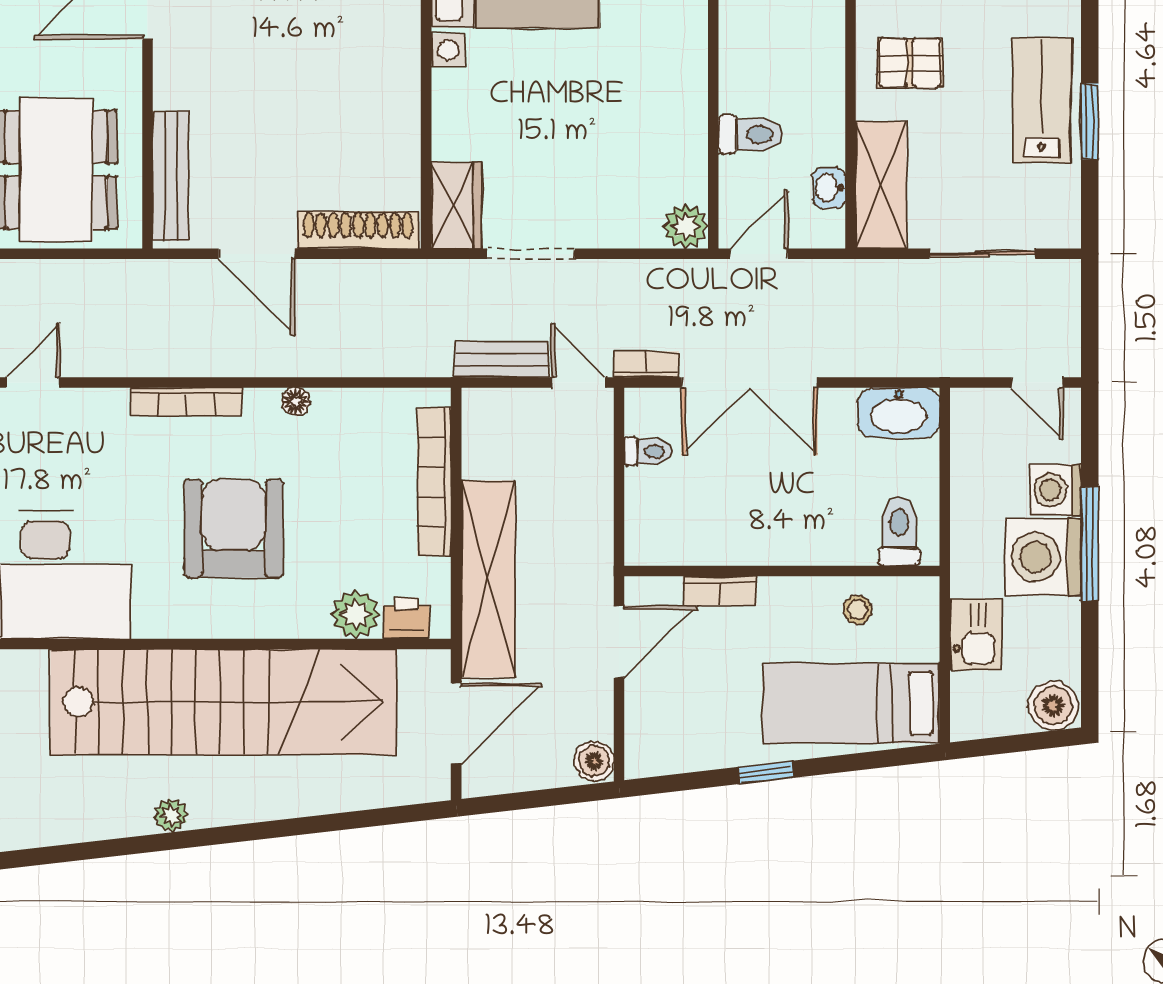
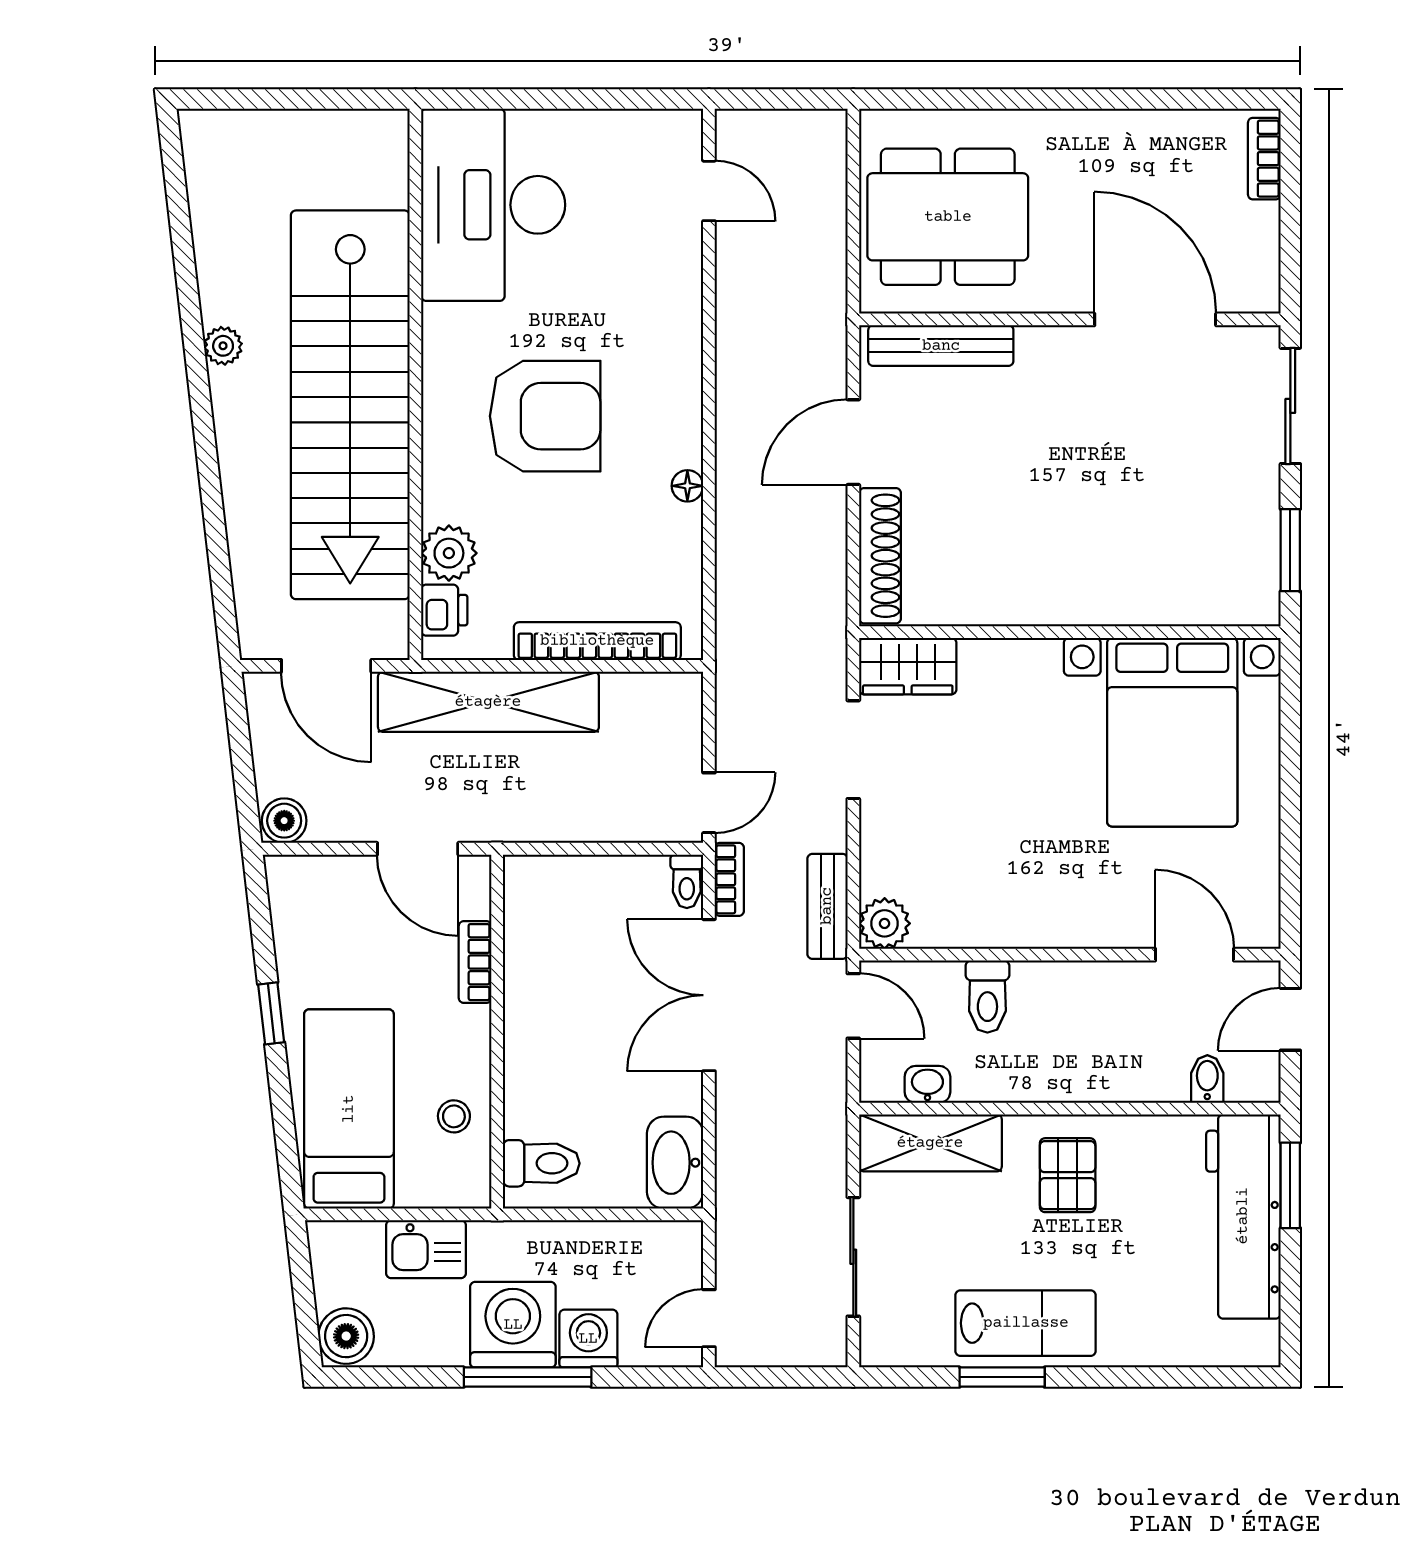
bench: (501, 359) -> (827, 906), moved
bookcase: (186, 402) -> (687, 363), removed
toilet: (648, 451) -> (687, 881), moved

